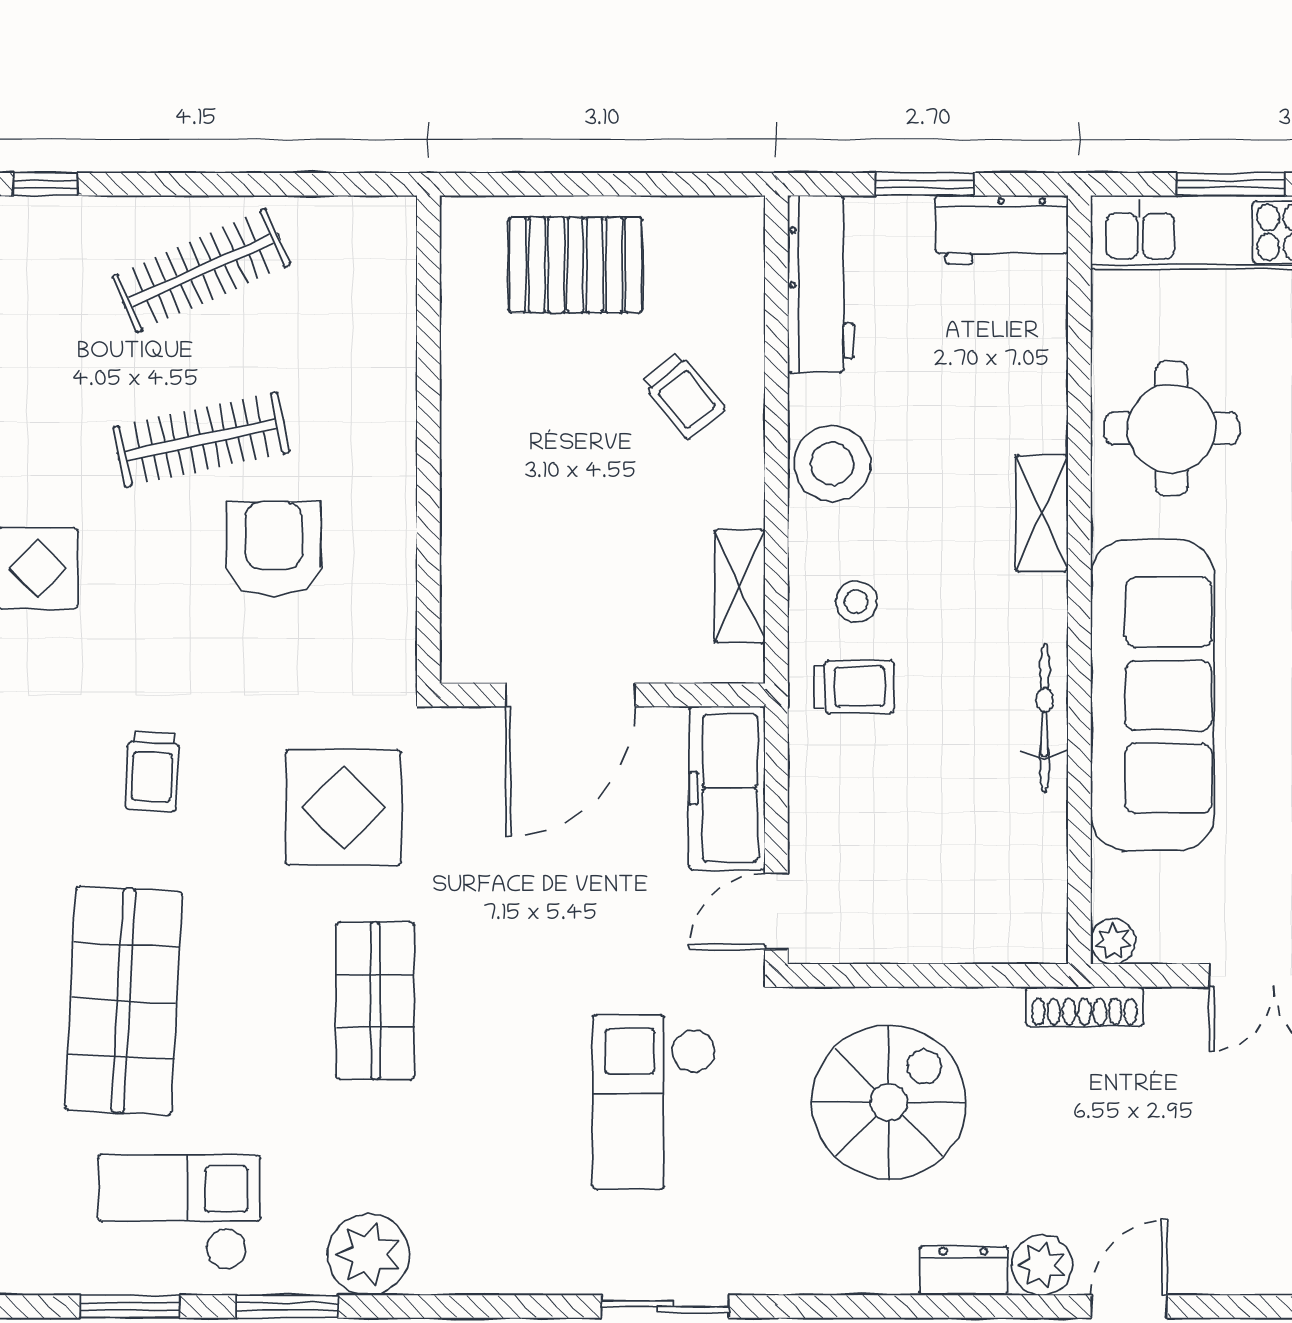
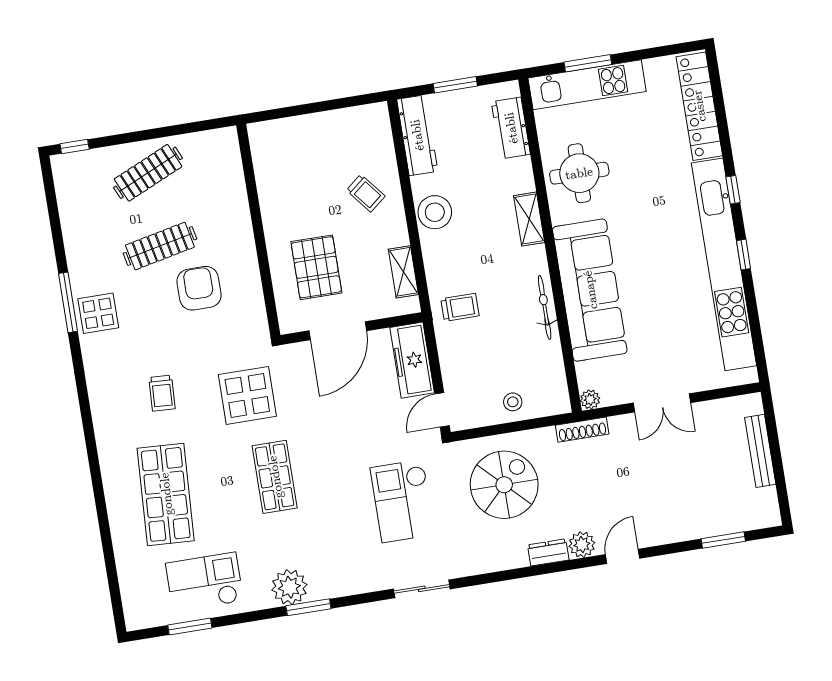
workbench: (1002, 230) -> (511, 128), moved, turned 90
pallet: (575, 265) -> (316, 267), moved, turned 90
stool: (857, 602) -> (513, 402), moved
window: (287, 1307) -> (308, 607), moved

